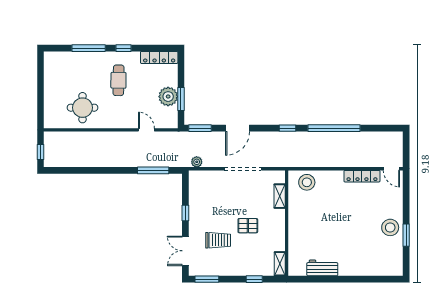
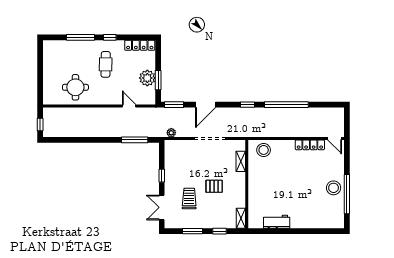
window: (406, 235) -> (347, 194), width x2.11
trolley: (218, 240) -> (189, 199), turned -90
window: (207, 279) -> (192, 231), moved

